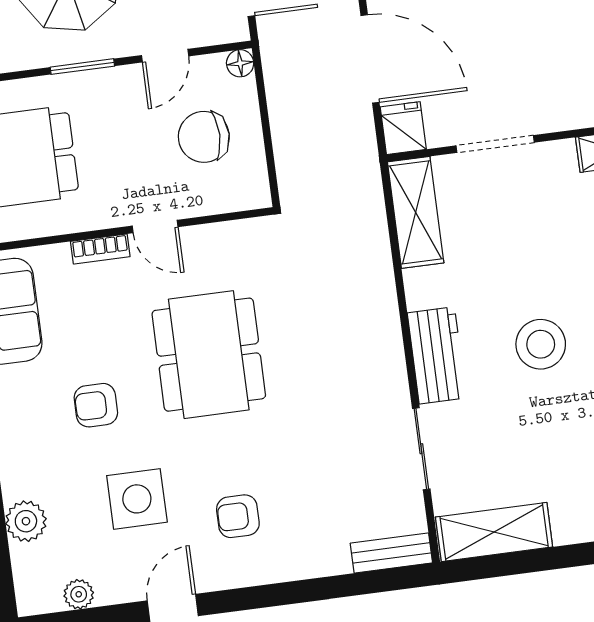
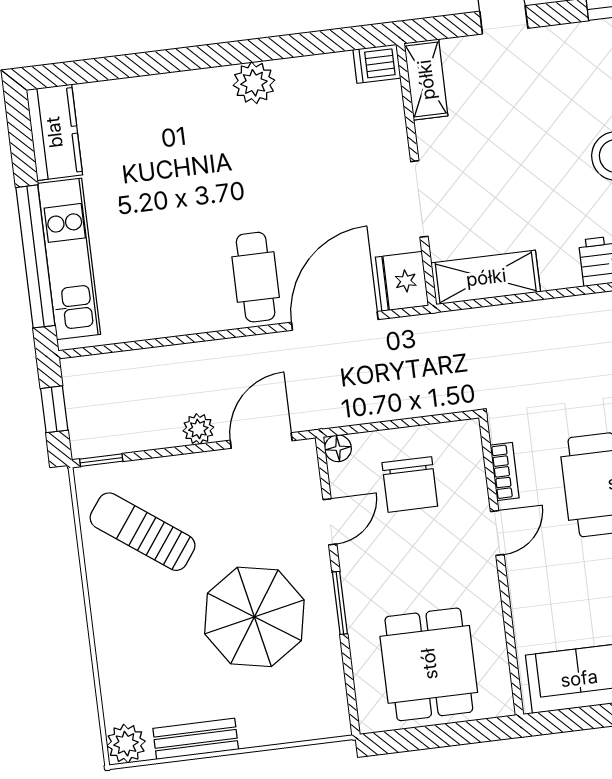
door: (165, 56) -> (330, 522), hinge flipped
fridge: (403, 128) -> (402, 281), width x1.38
bookcase: (100, 249) -> (505, 471), moved

